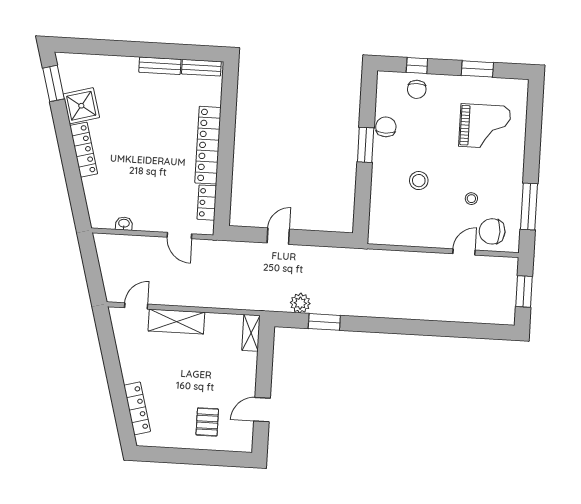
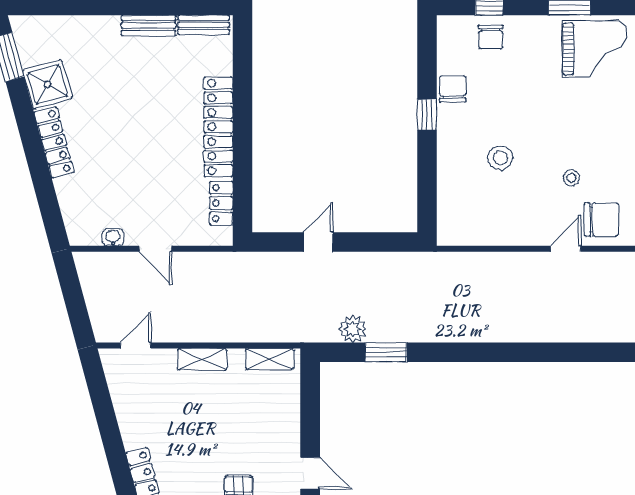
grand piano: (485, 126) -> (595, 49), moved
window: (366, 145) -> (427, 115), width x0.67
chair: (492, 231) -> (601, 220), turned 180
door: (179, 236) -> (155, 249), moved
shelving: (176, 322) -> (202, 359), width x0.67, depth x0.75
shelving: (251, 333) -> (270, 359), moved, turned 90
door: (262, 410) -> (310, 473), swing flipped

